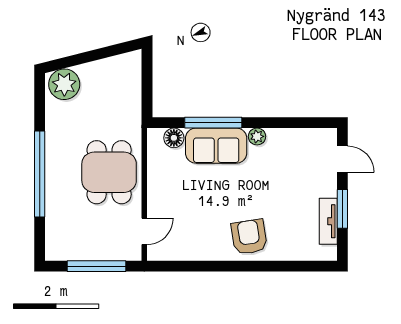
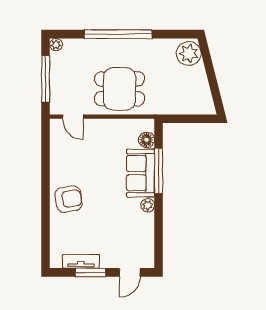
plant: (53, 253) -> (56, 45), added

